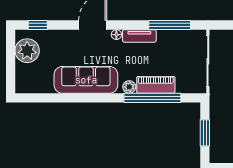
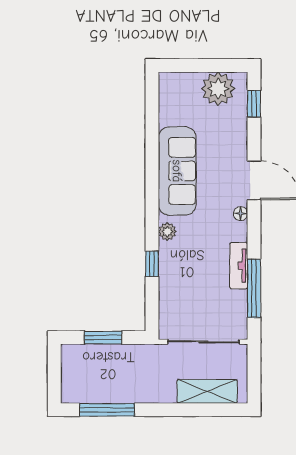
tv unit: (139, 36) -> (239, 266), moved
piano: (156, 85) -> (170, 269), removed
window: (152, 98) -> (152, 264), width x0.32

